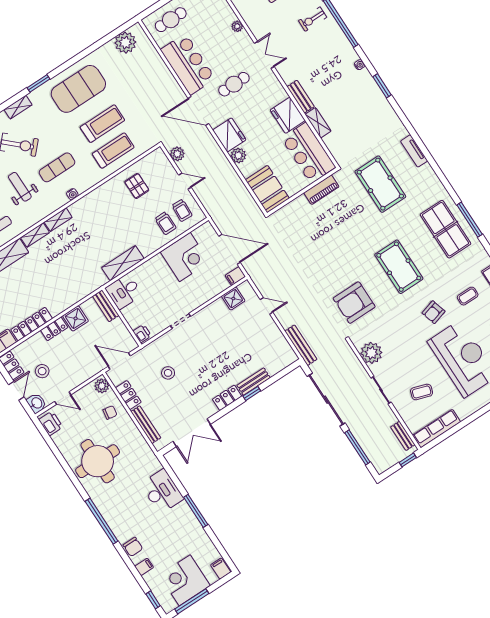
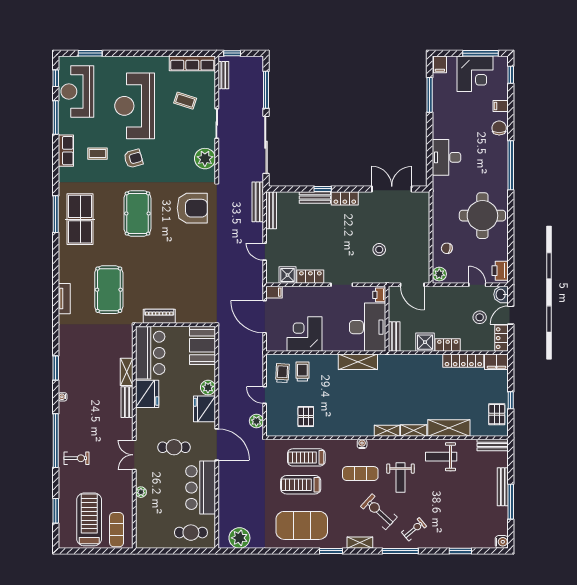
desk: (124, 291) -> (368, 327), width x1.87, depth x1.30
locker: (128, 395) -> (310, 277), moved, turned 90
bench: (146, 425) -> (271, 210), moved
window: (196, 511) -> (430, 95), moved

